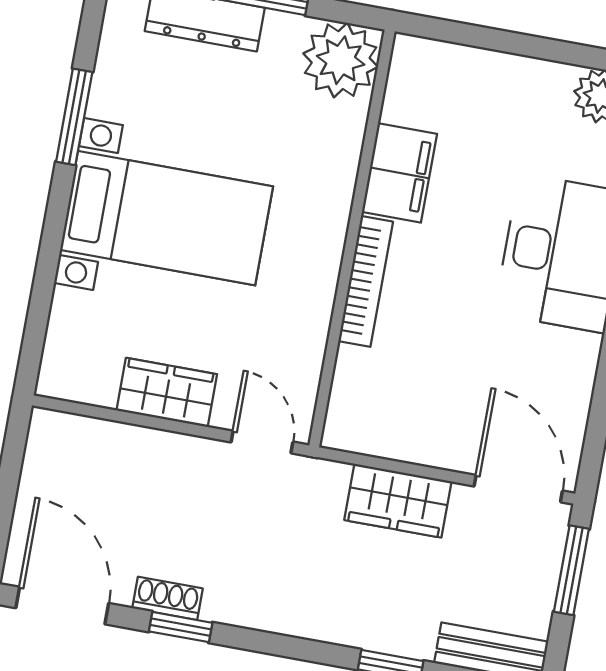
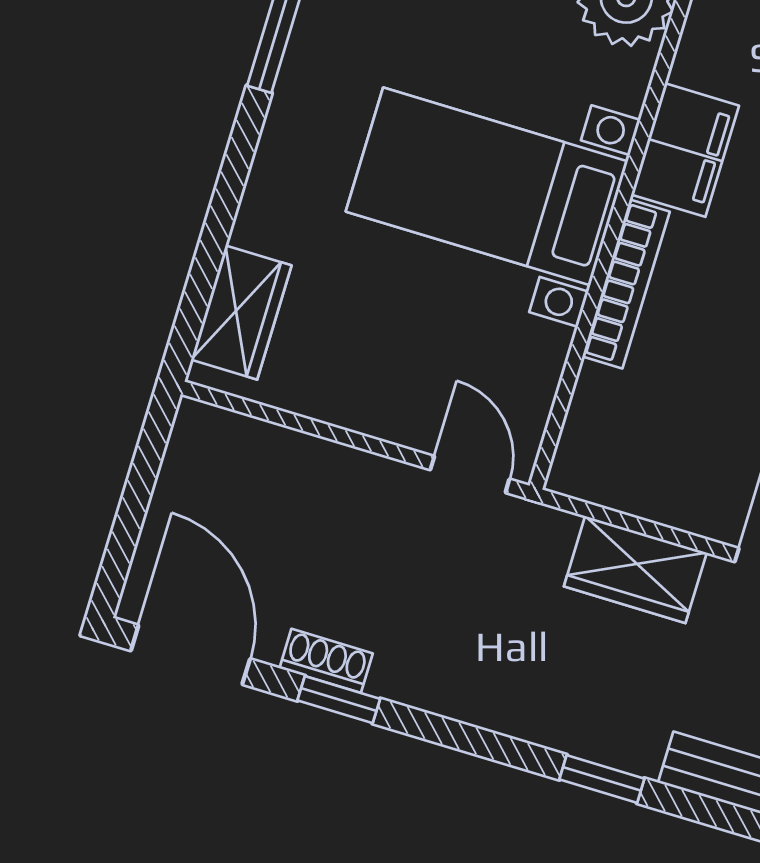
bed with nightstands: (167, 218) -> (487, 186), moved, turned 180
wardrobe: (167, 392) -> (241, 313), moved, turned 90

